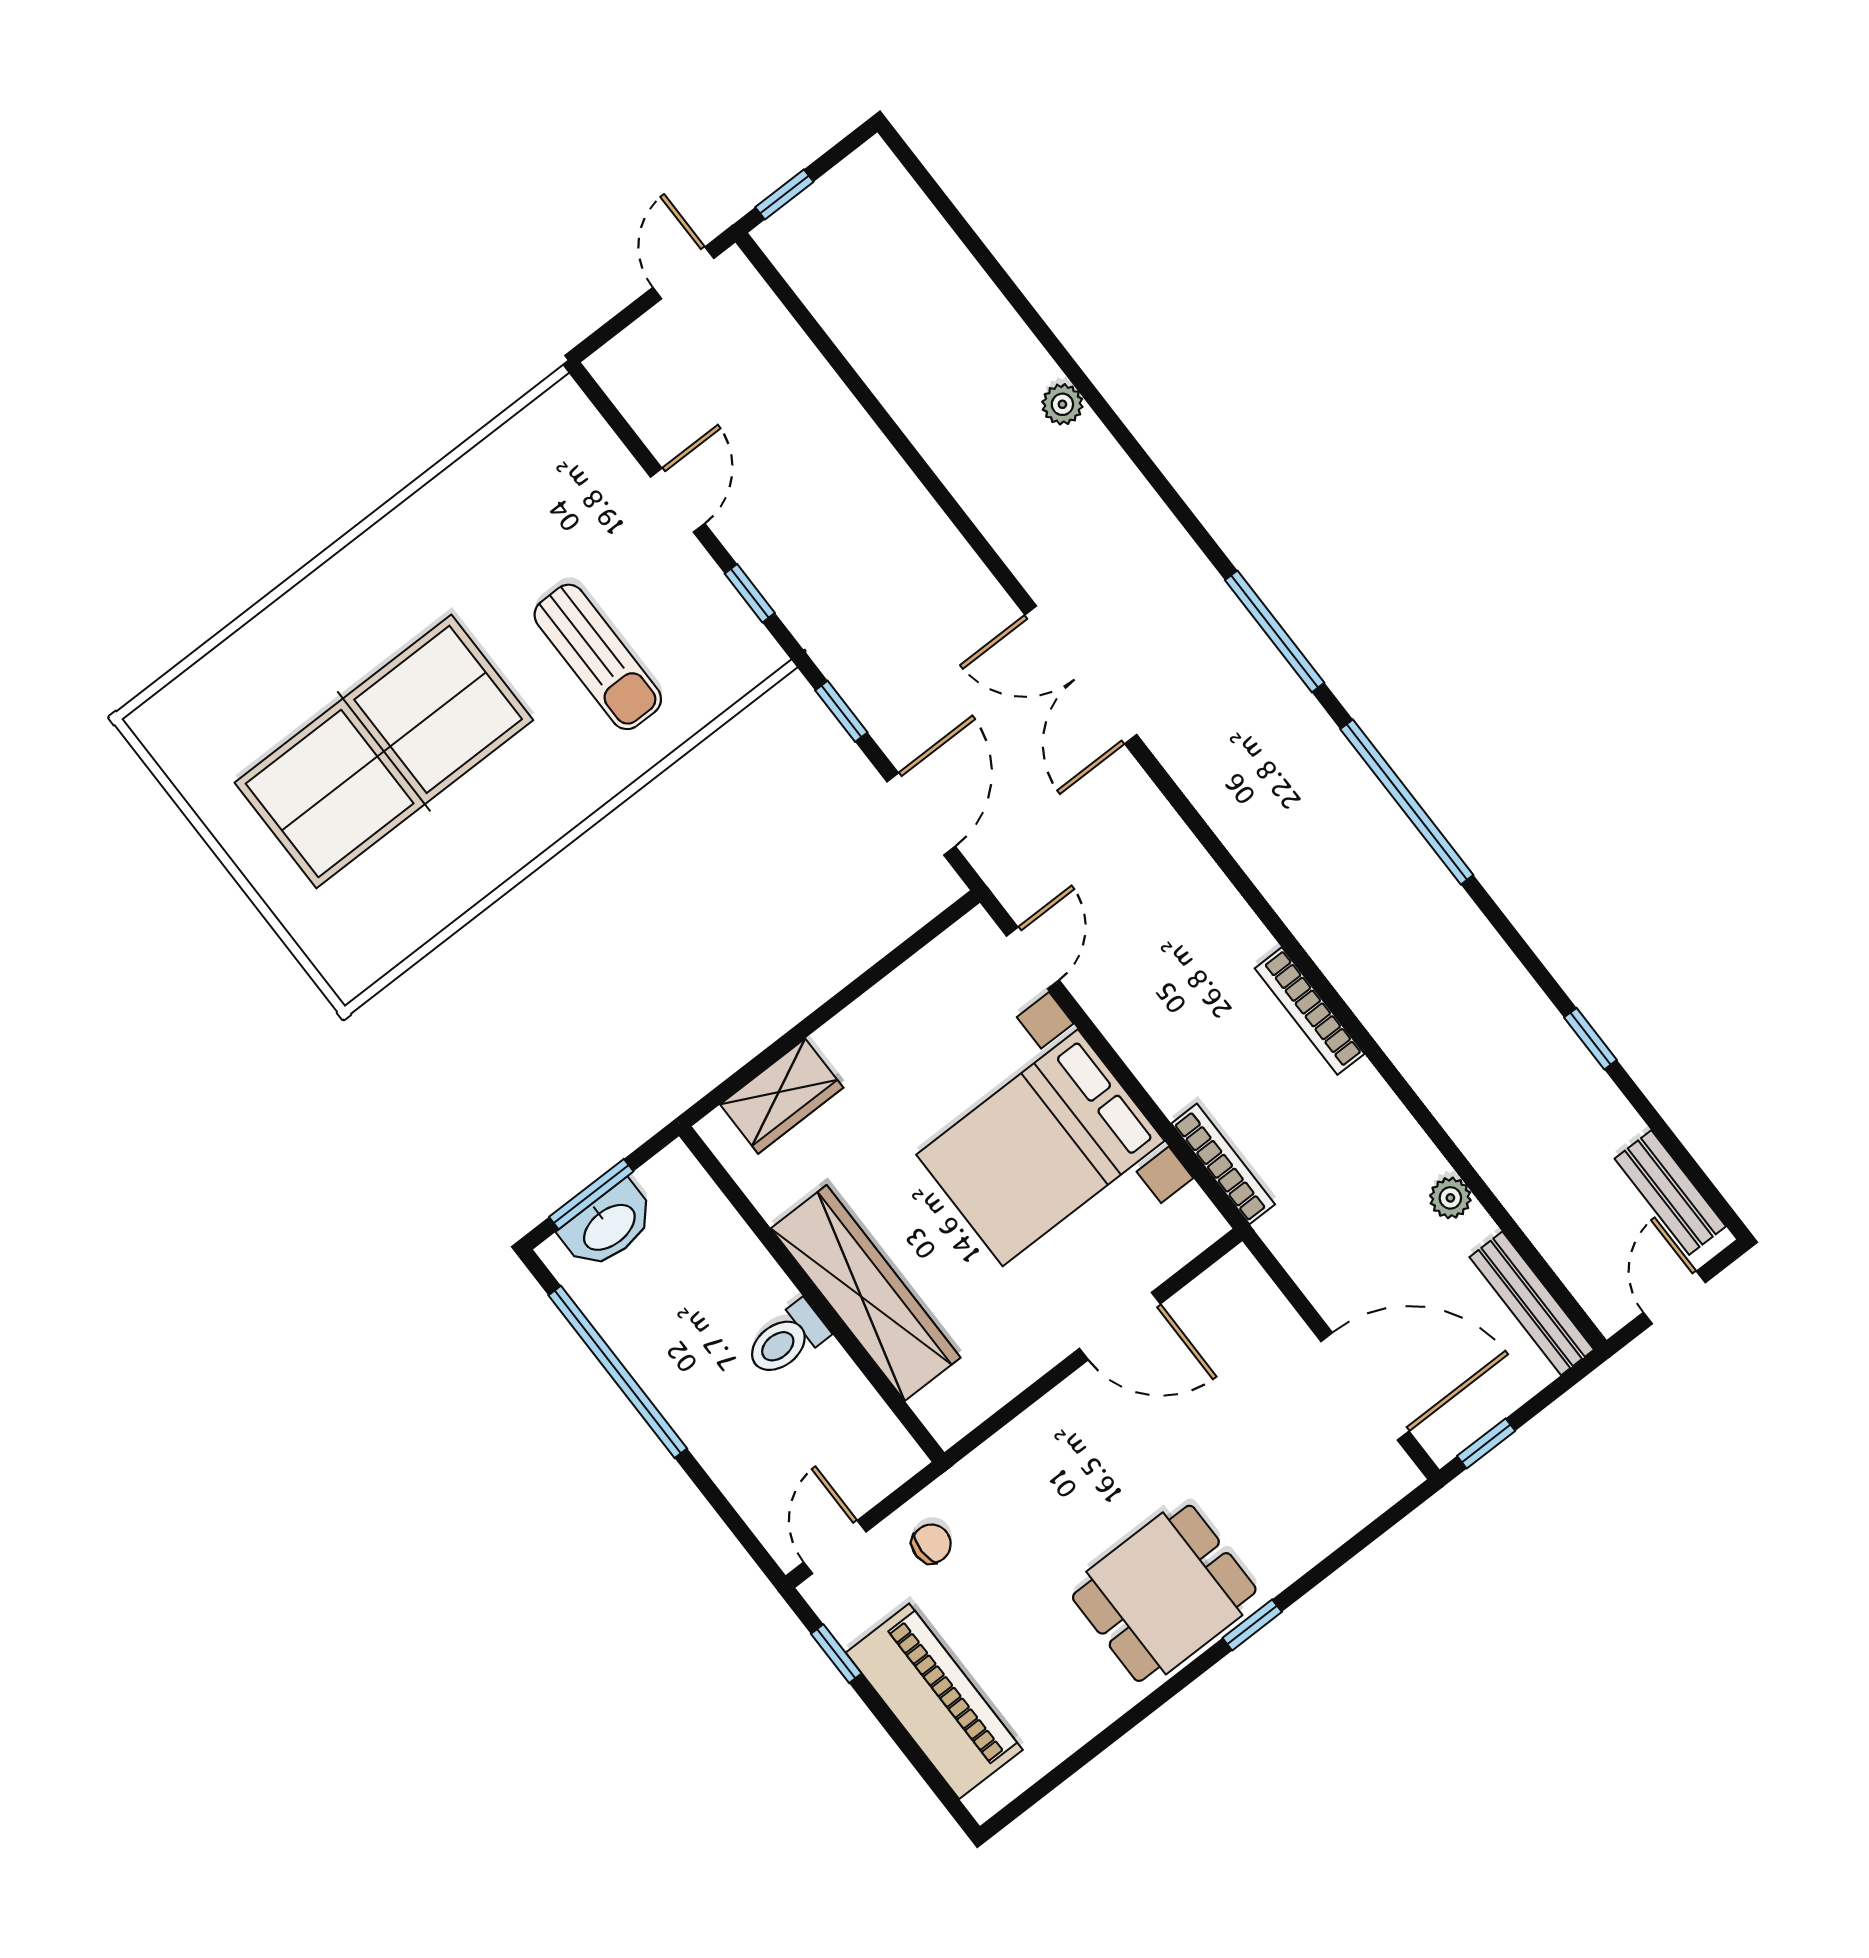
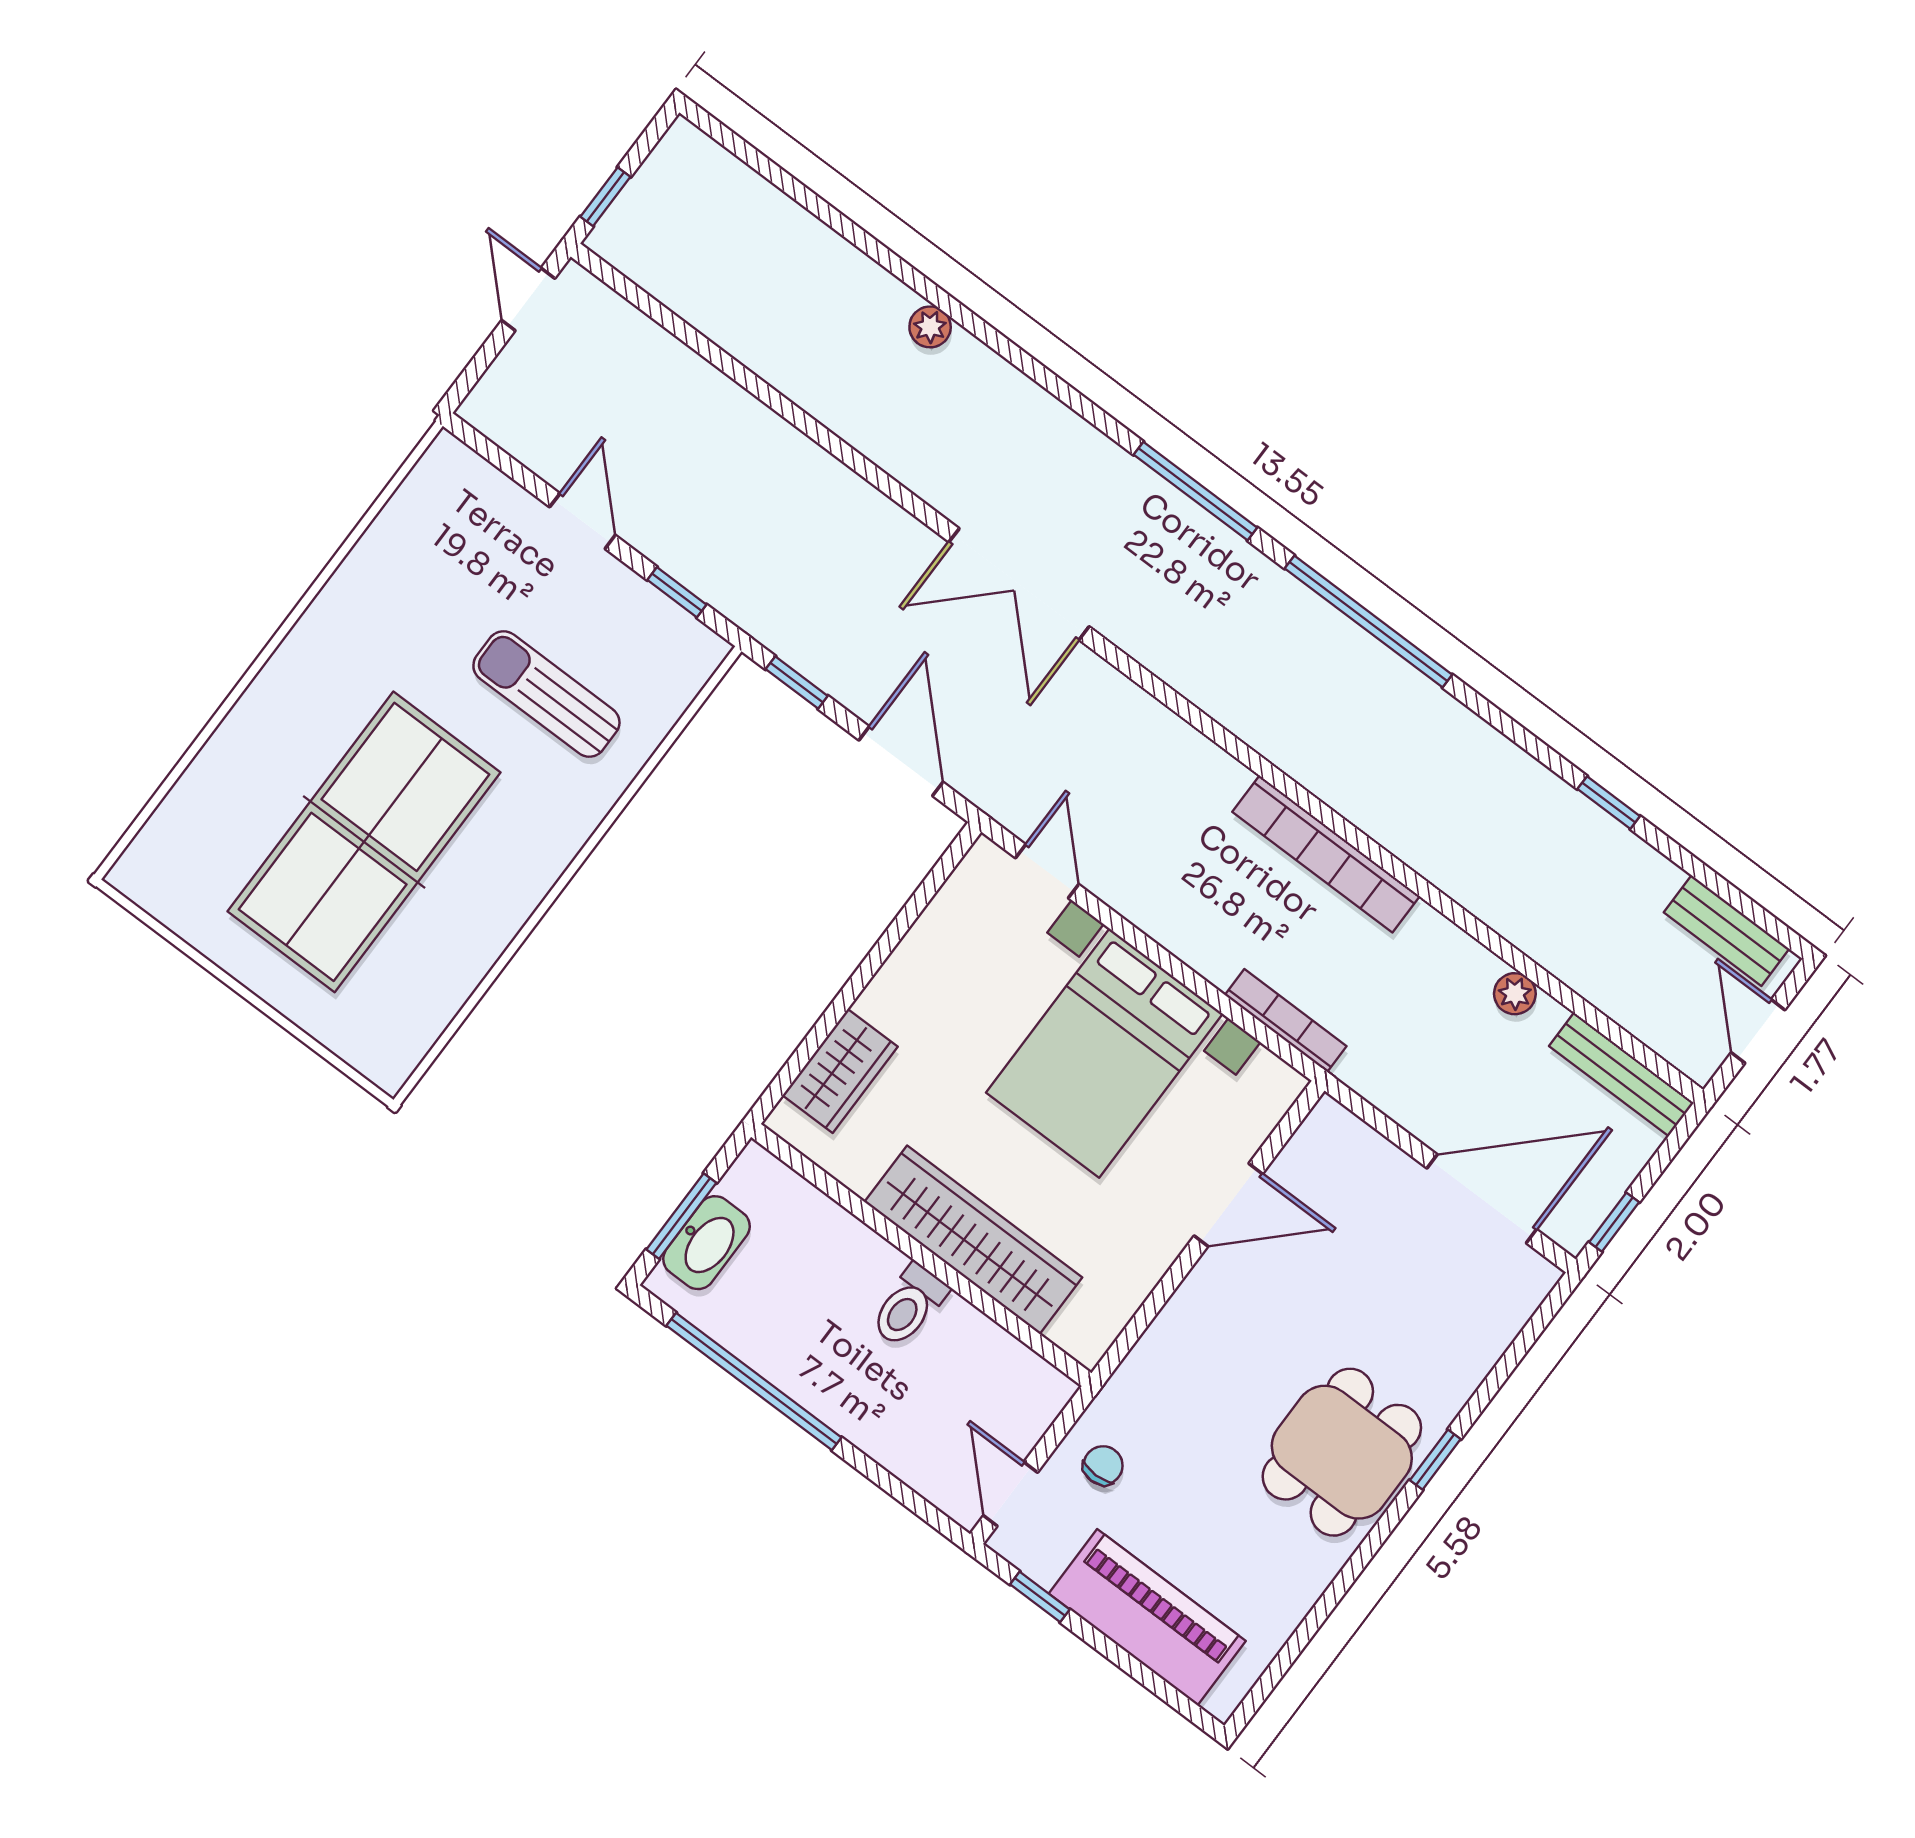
sun lounger: (598, 657) -> (546, 694), turned 180
bookcase: (1310, 1011) -> (1326, 854), width x1.48, depth x1.31

